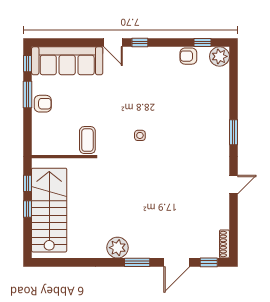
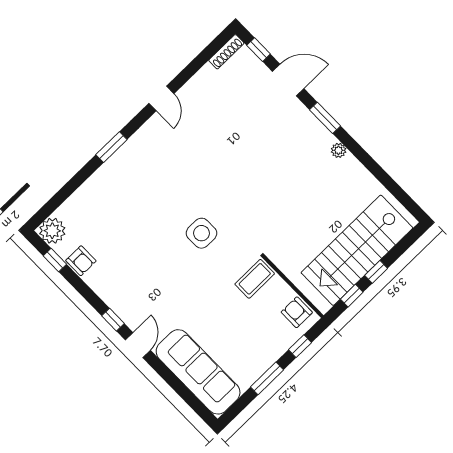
window: (27, 64) -> (300, 346), moved
armchair: (43, 104) -> (297, 312), moved
side table: (140, 135) -> (201, 233), width x1.87, depth x1.87
door: (233, 185) -> (161, 98), swing flipped
plant: (117, 248) -> (339, 150), width x0.53, depth x0.53

